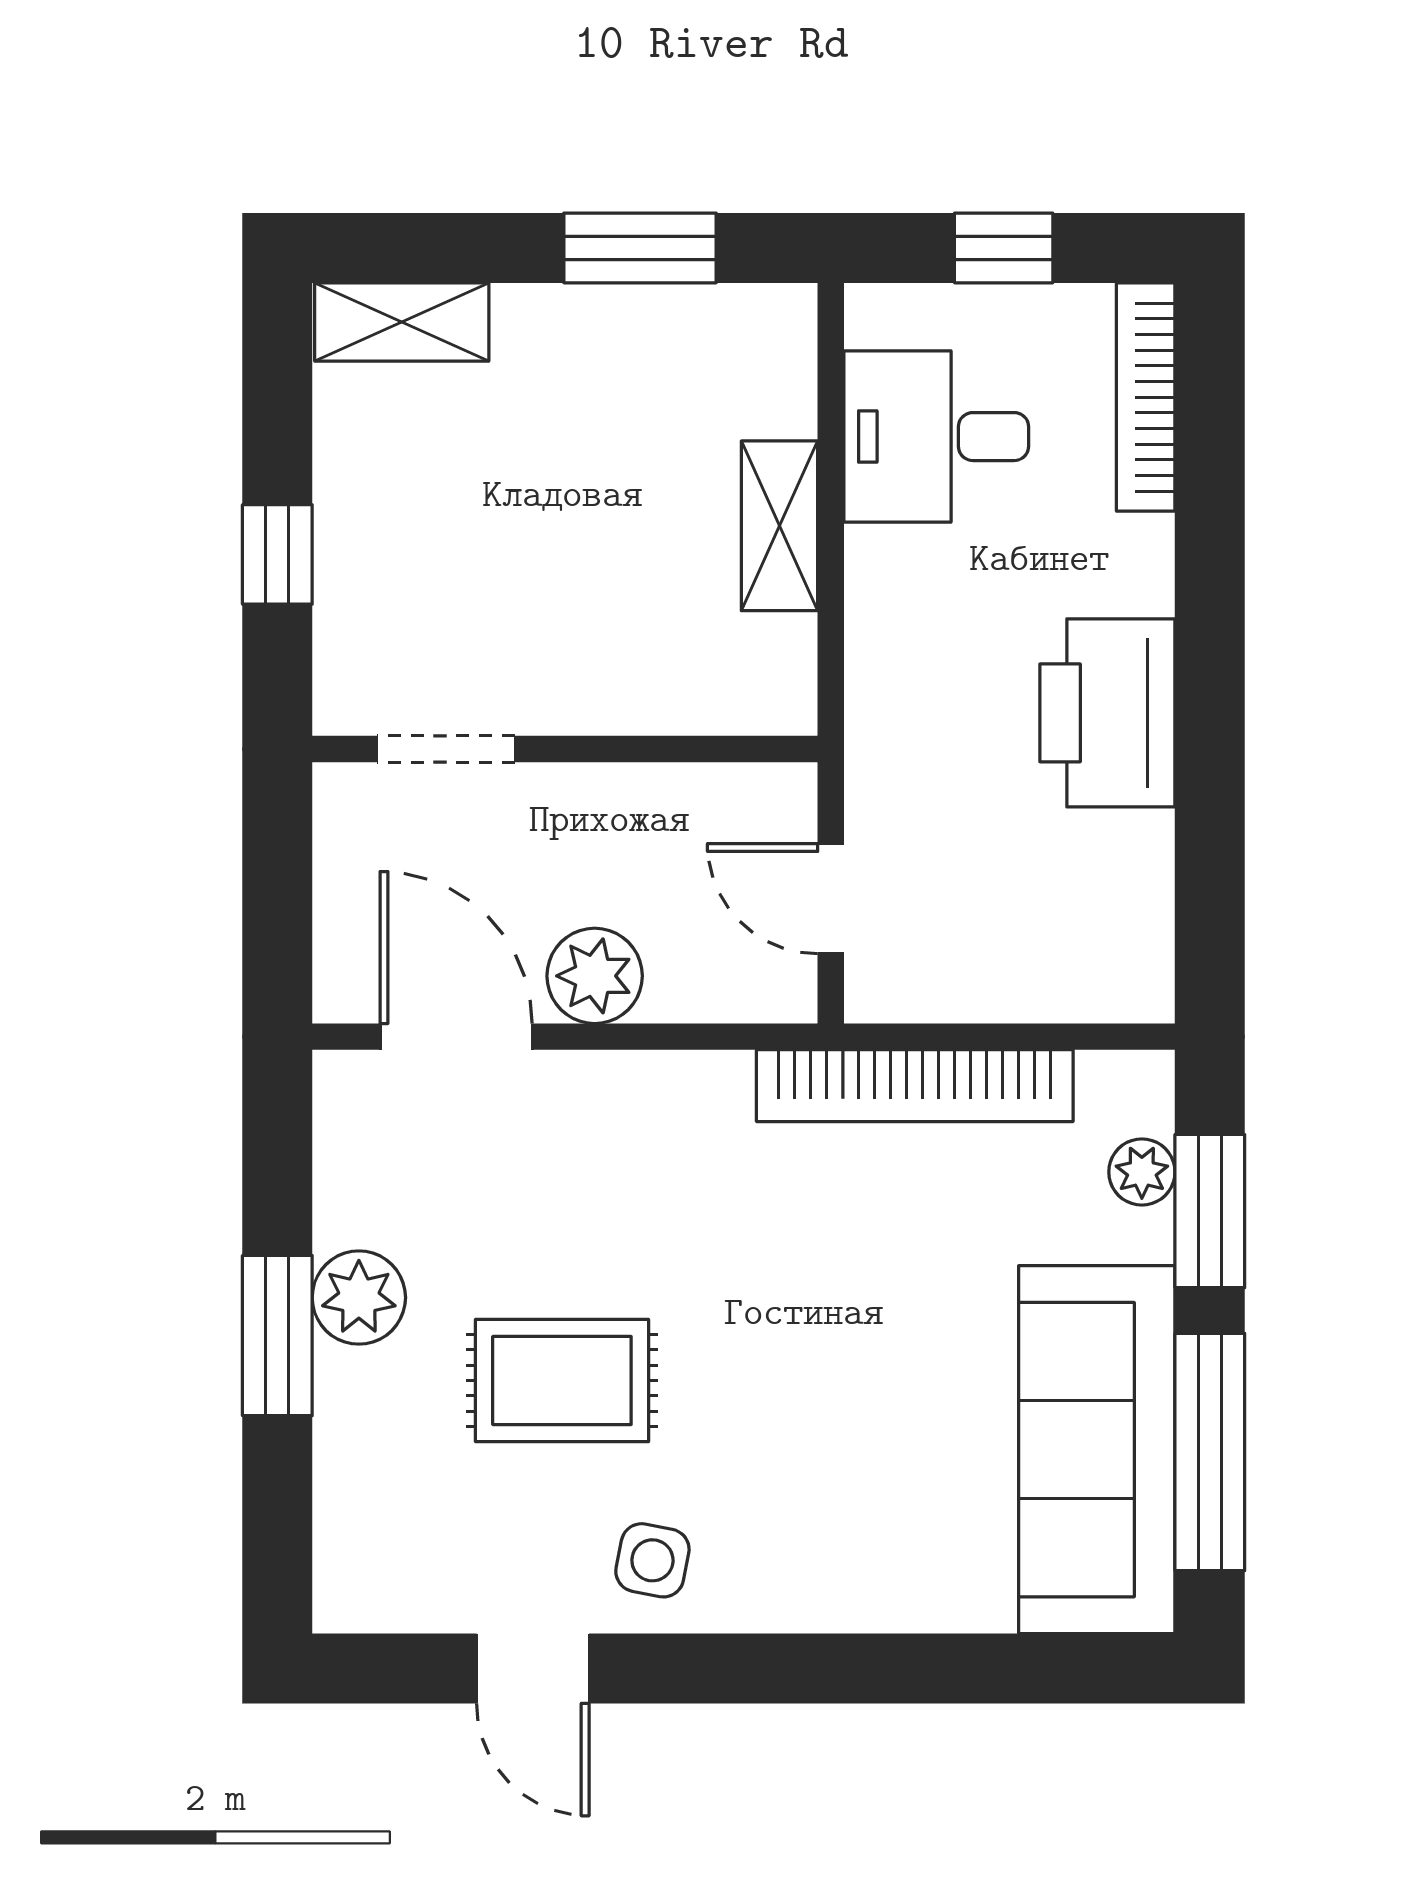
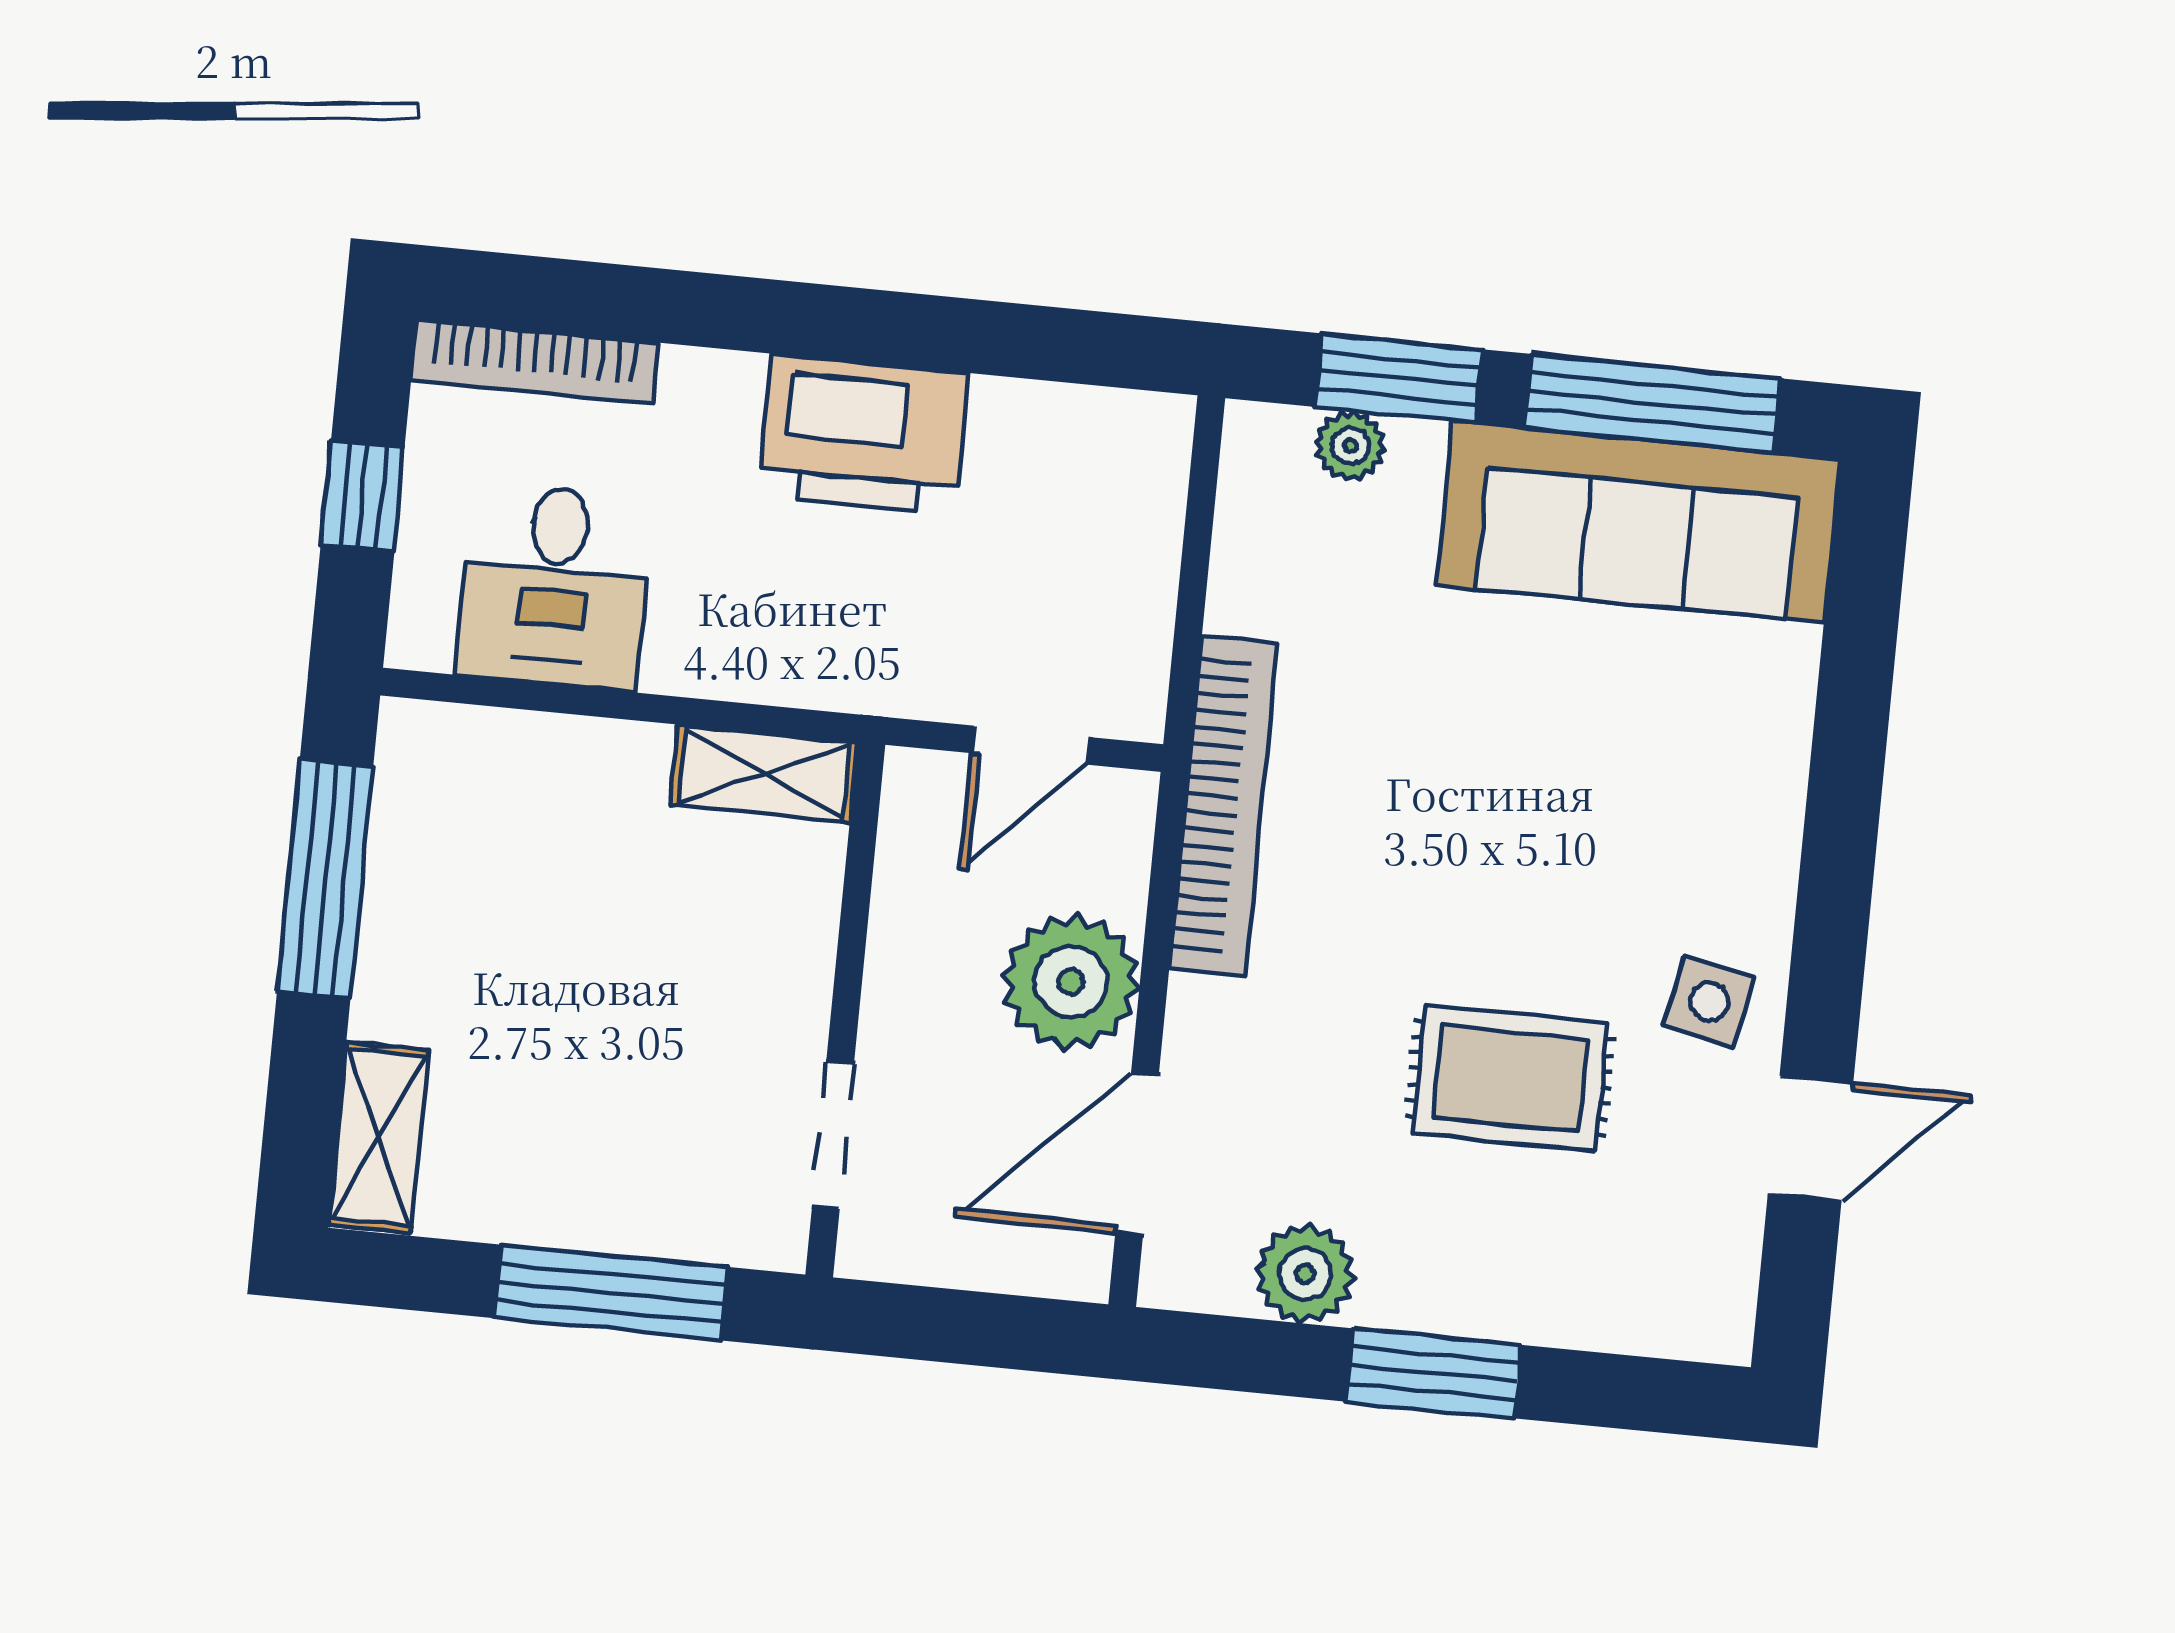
window: (640, 248) -> (325, 879), width x1.44
shelving: (779, 526) -> (764, 774), moved
window: (277, 554) -> (611, 1293), width x2.17
plant: (595, 976) -> (1071, 982), width x1.36, depth x1.36
bookcase: (915, 1086) -> (1223, 806), moved
plant: (359, 1298) -> (1305, 1274), moved
rug: (562, 1381) -> (1510, 1078), turned 90

